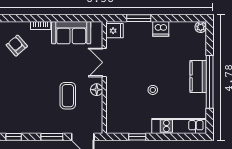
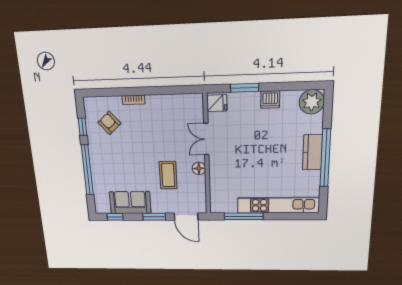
plant: (201, 27) -> (312, 102), width x1.87, depth x1.87
sofa: (71, 33) -> (130, 203), moved, turned 180
stool: (153, 90) -> (261, 168), removed
kitchen unit: (179, 126) -> (278, 205), width x1.36
window: (137, 137) -> (244, 216), width x2.17

